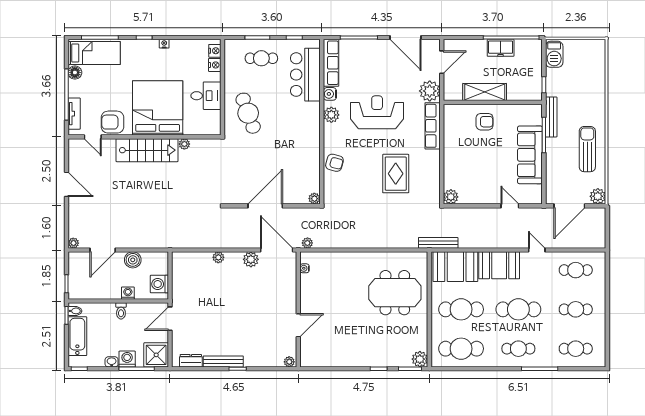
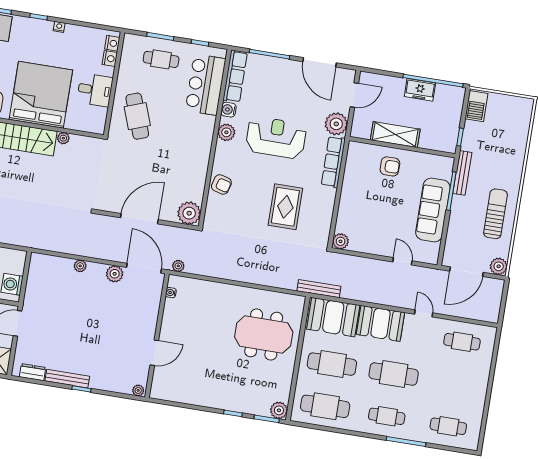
plant: (314, 199) -> (189, 213), width x1.88, depth x1.88
cafe table: (576, 309) -> (455, 384), removed

